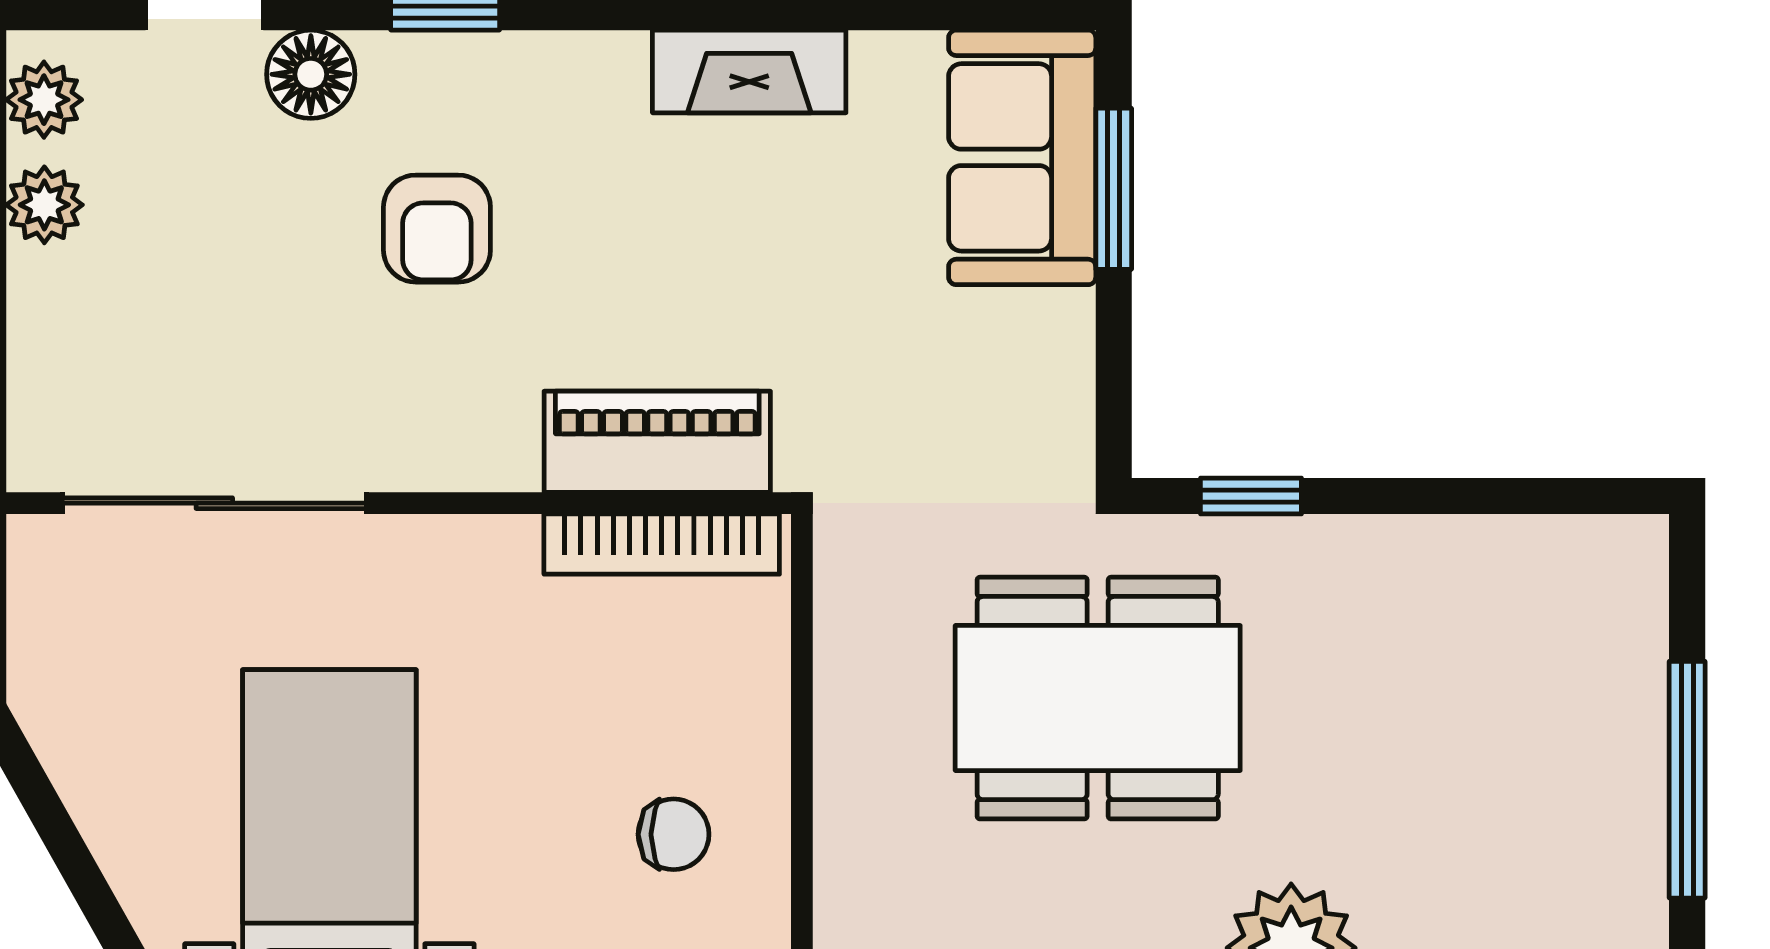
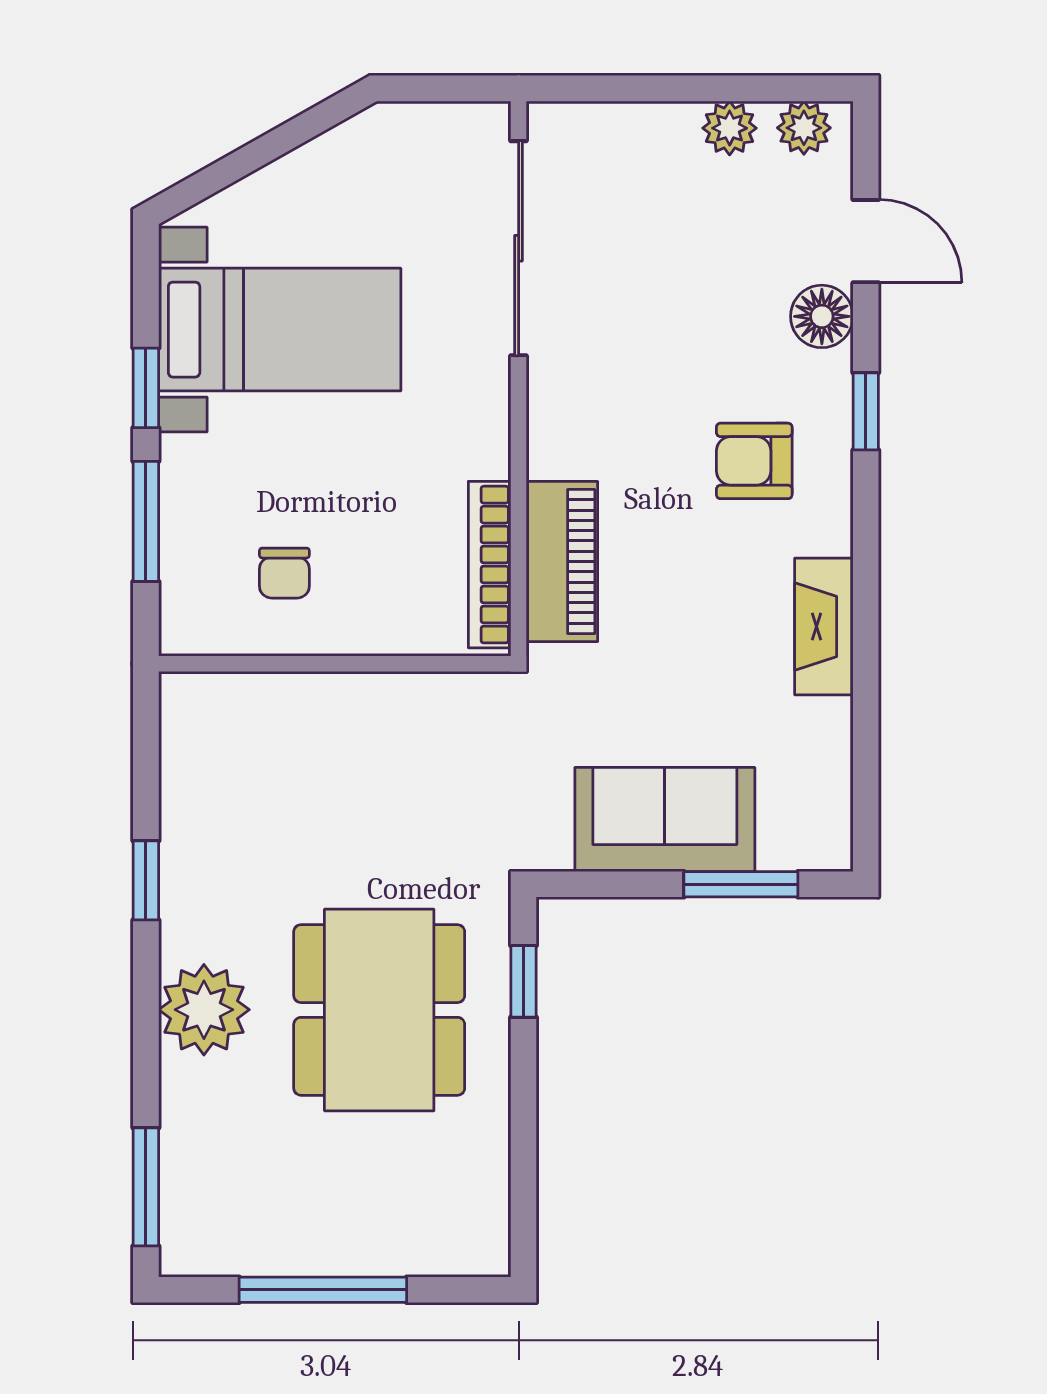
sofa: (1022, 157) -> (665, 820), moved
armchair: (437, 229) -> (754, 461), moved
dining table: (1098, 698) -> (379, 1010), moved

